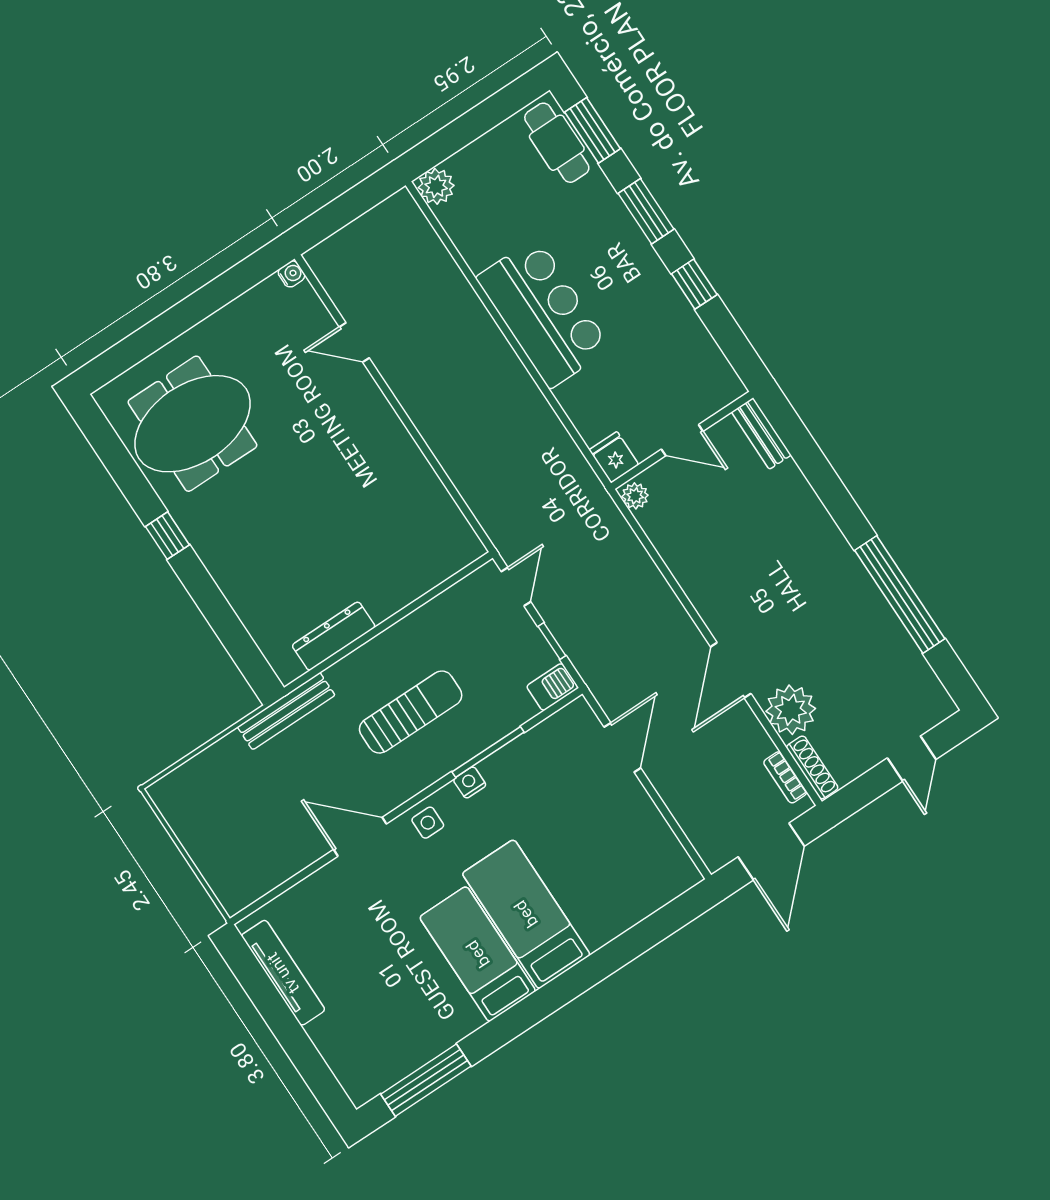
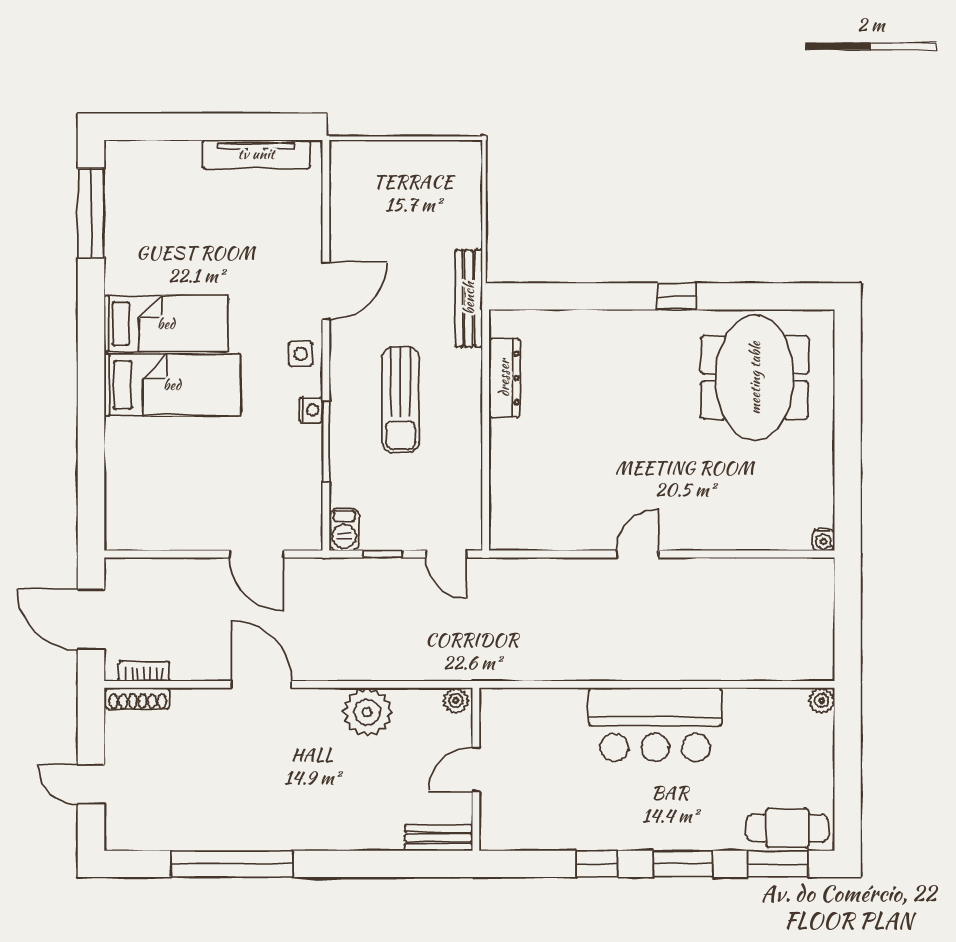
plant: (436, 186) -> (822, 701), width x0.73, depth x0.73
door: (354, 342) -> (638, 554), moved
fridge: (614, 457) -> (499, 704), removed
plant: (791, 710) -> (367, 712), moved

